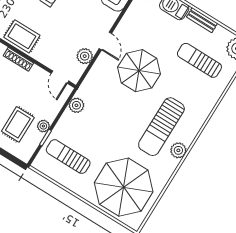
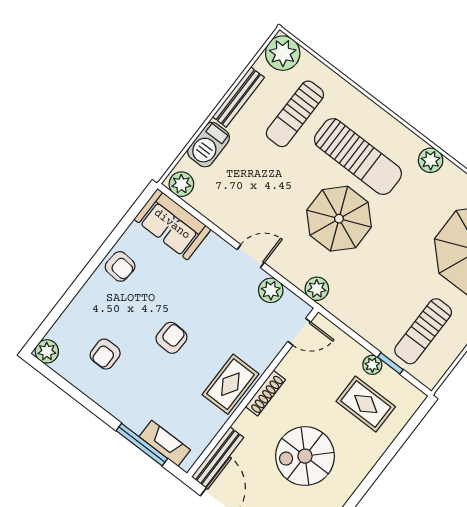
bench: (202, 20) -> (238, 97), width x1.36
parasol: (139, 71) -> (339, 219), moved
plant: (76, 105) -> (317, 289), moved
sun lounger: (161, 127) -> (358, 157), moved

